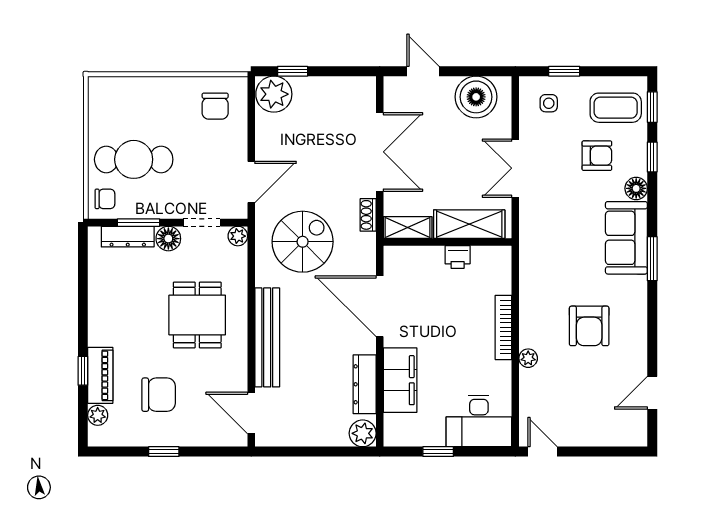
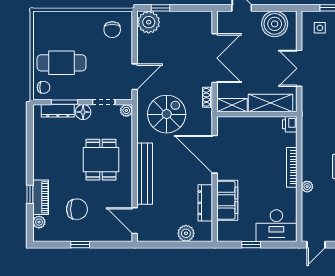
printer: (458, 257) -> (290, 124), moved, turned 90
plant: (363, 433) -> (186, 233), moved
door: (543, 452) -> (316, 245), swing flipped

